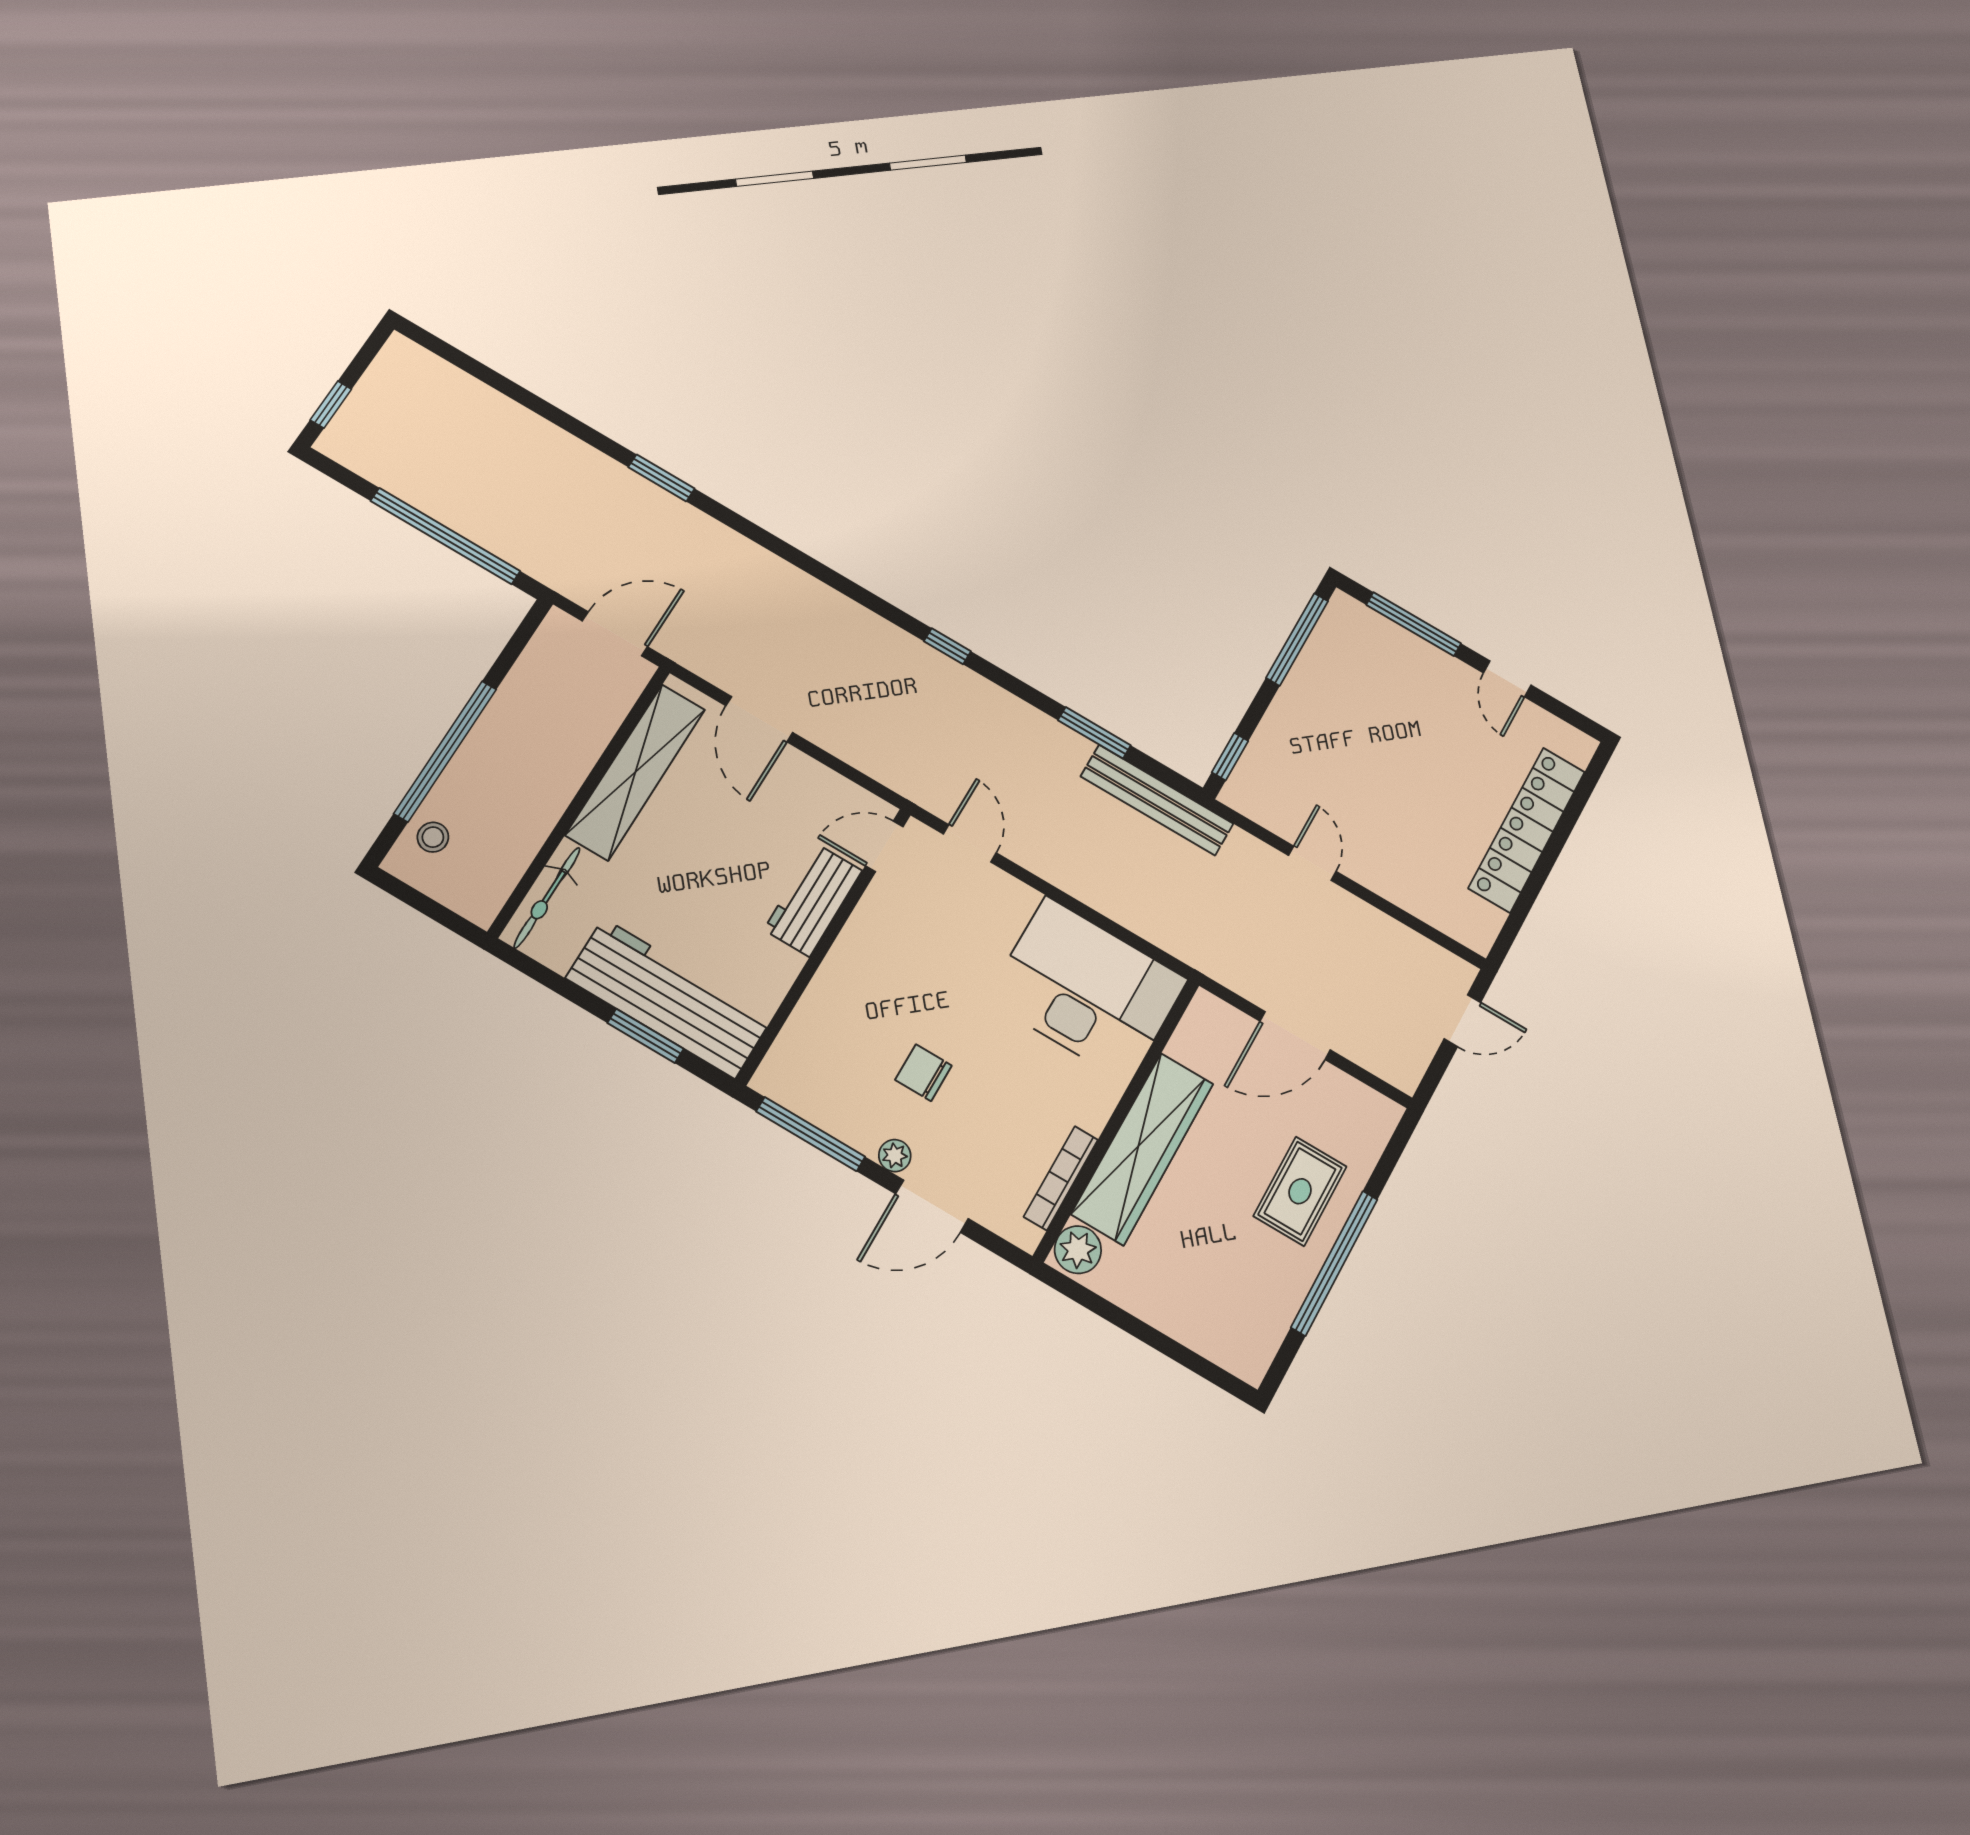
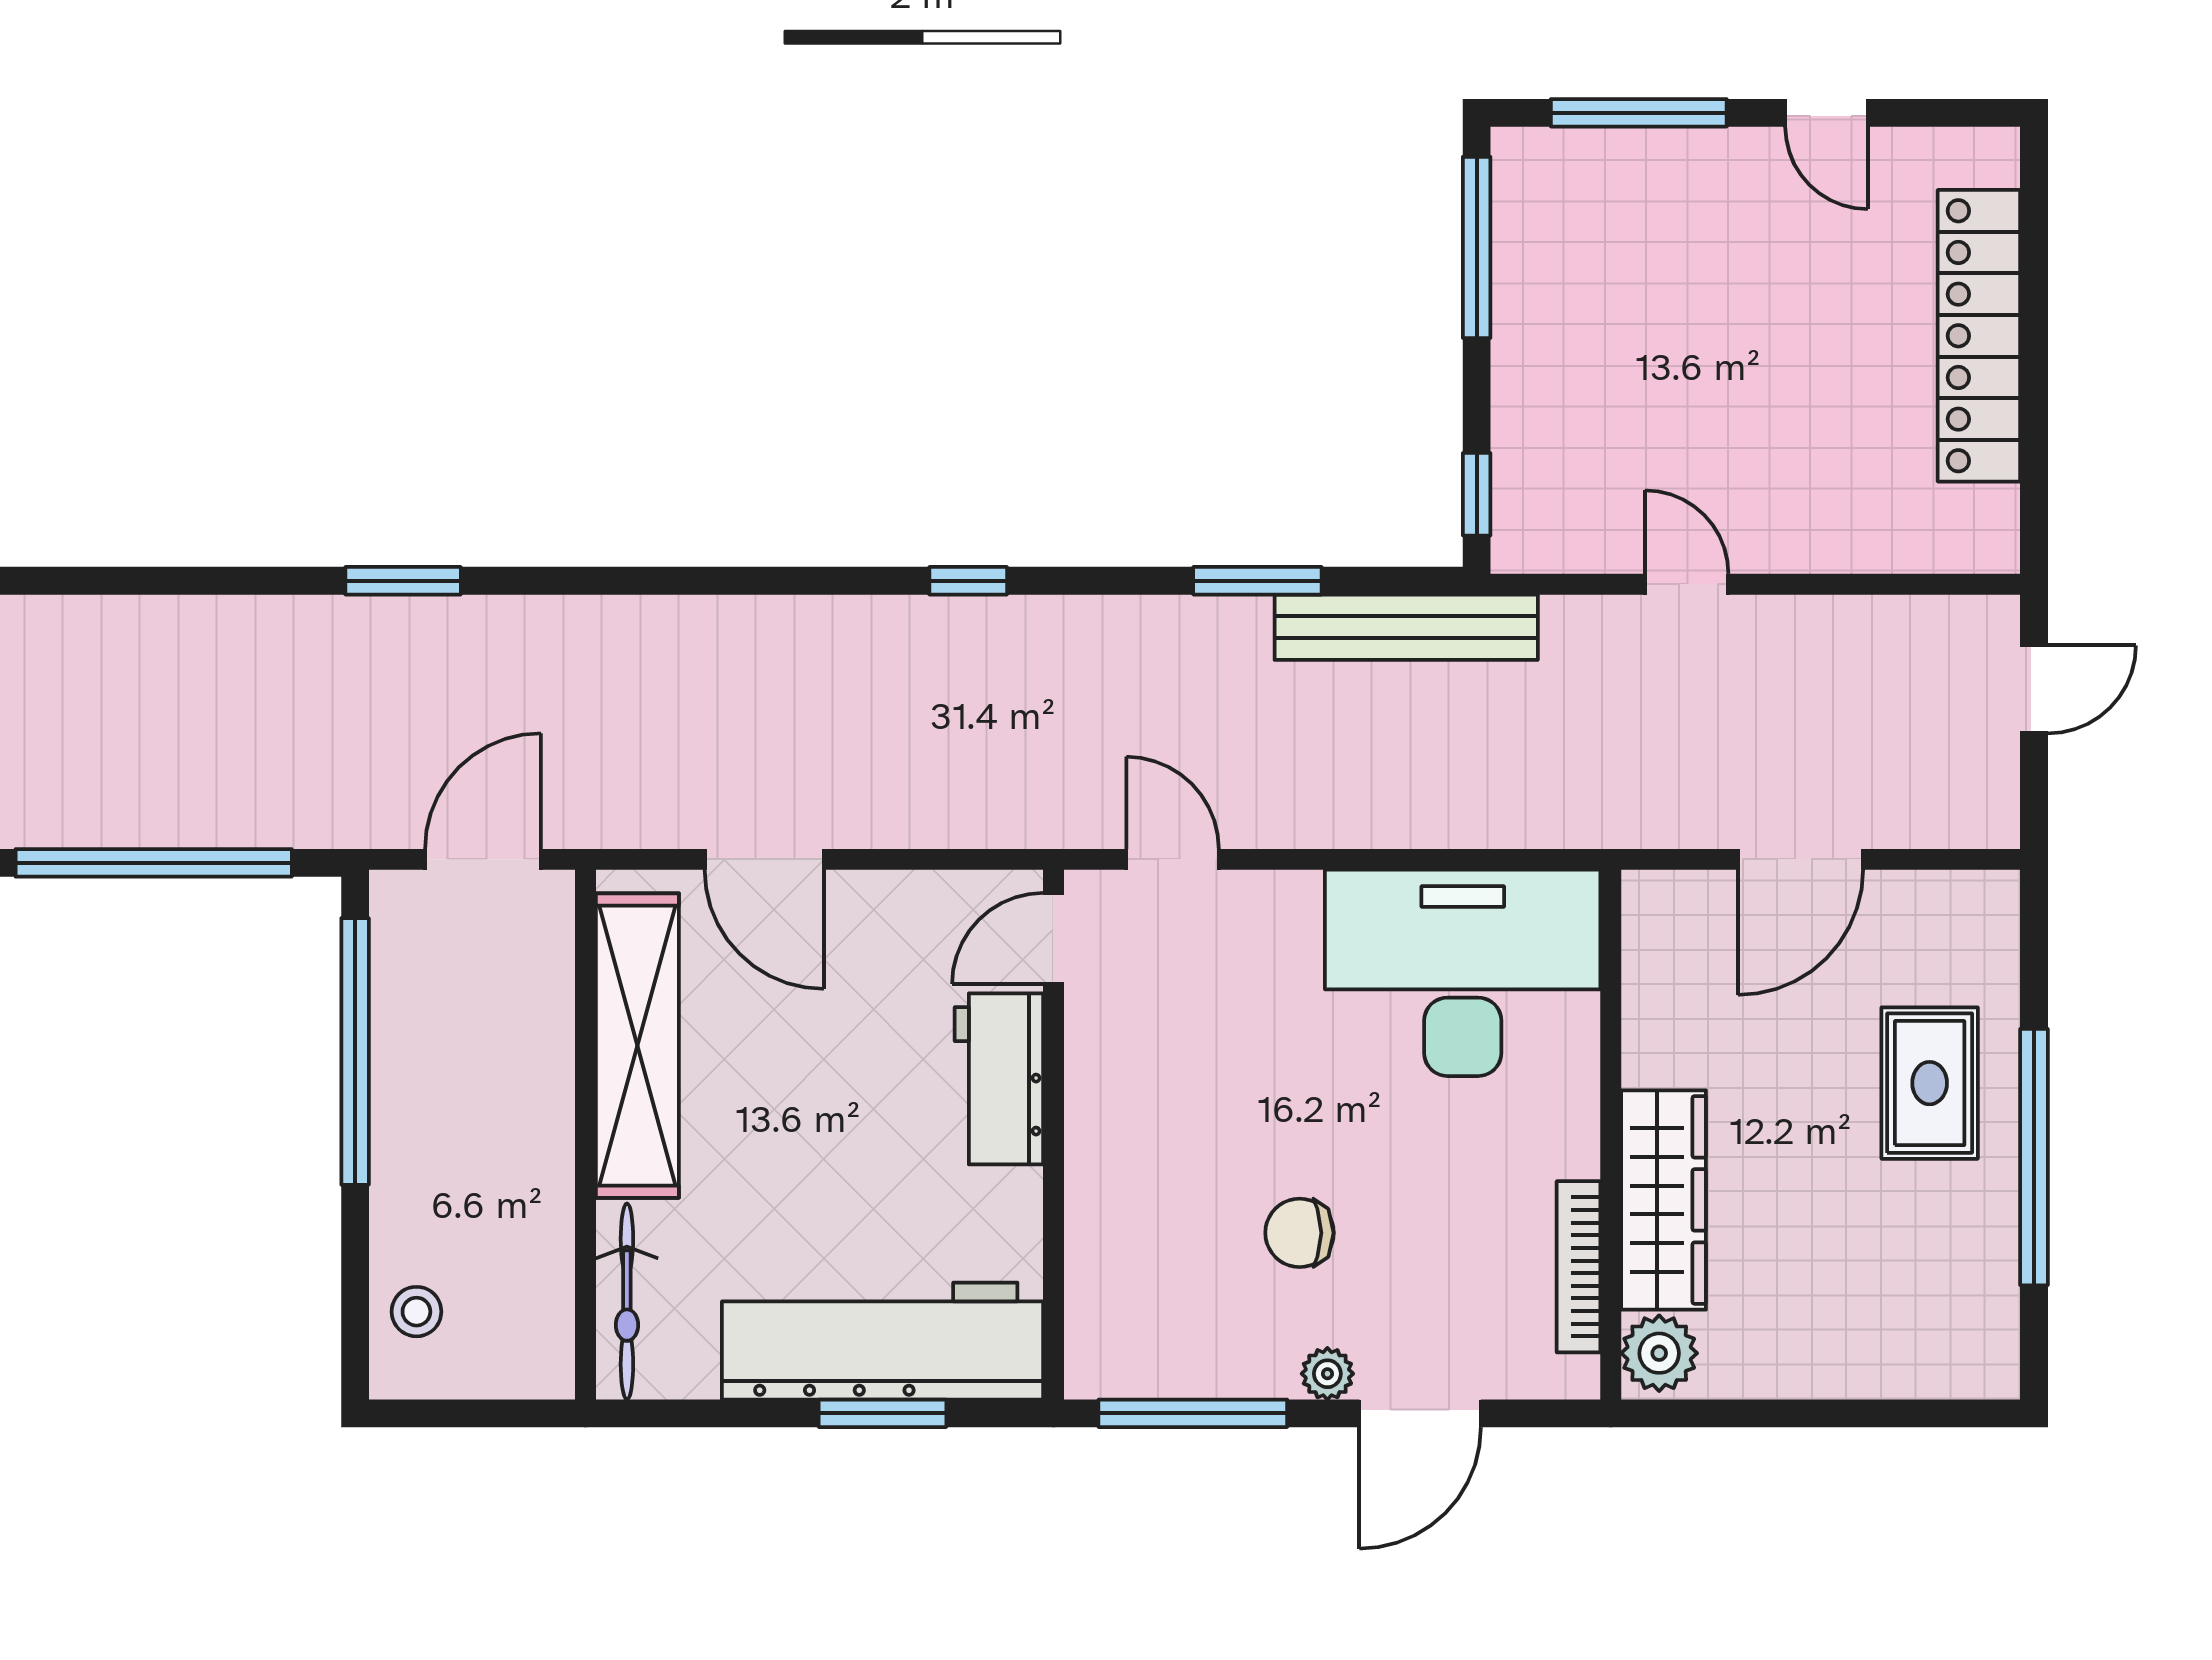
window: (445, 751) -> (355, 1051), moved
wardrobe: (1143, 1149) -> (1664, 1200), width x0.71, depth x0.85

